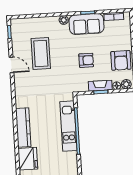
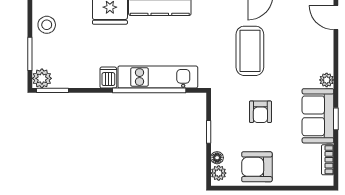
door: (24, 17) -> (336, 18), added
coffee table: (41, 53) -> (250, 51), moved, turned 90
fireplace: (100, 86) -> (219, 132), removed
dishwasher: (71, 157) -> (108, 78), added

